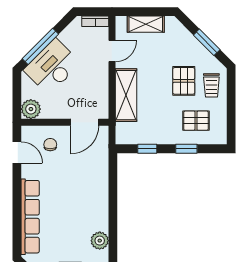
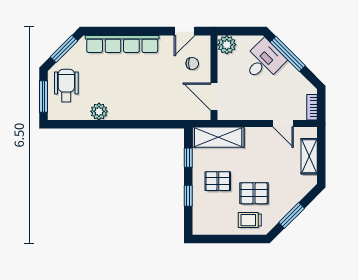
desk: (52, 67) -> (264, 61), width x0.73
shelving: (126, 95) -> (218, 137), moved
pallet: (196, 121) -> (218, 181), moved, turned 90

